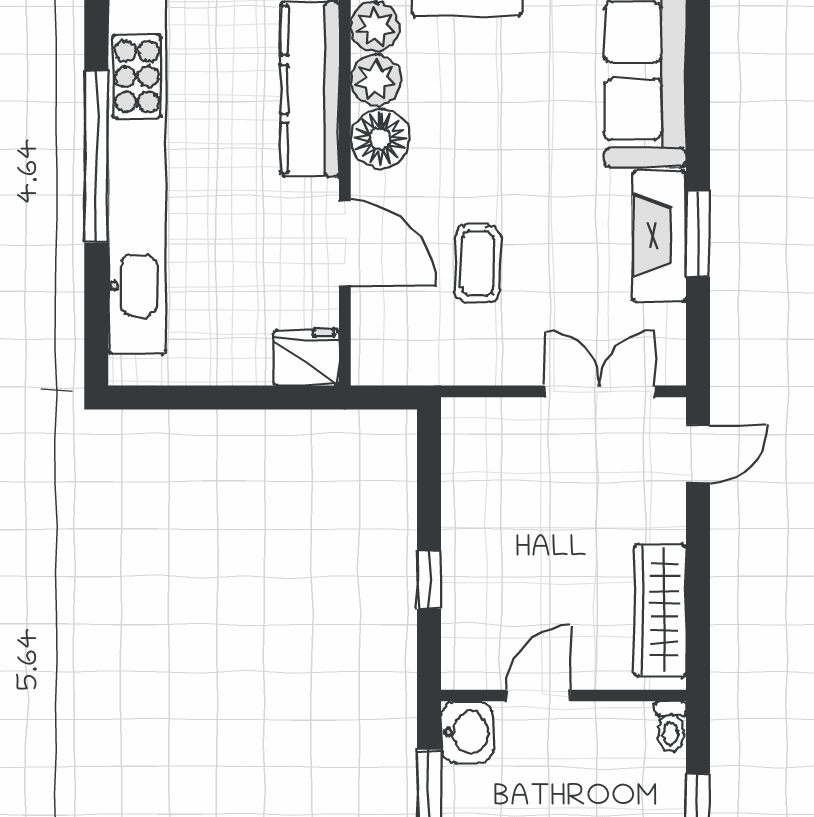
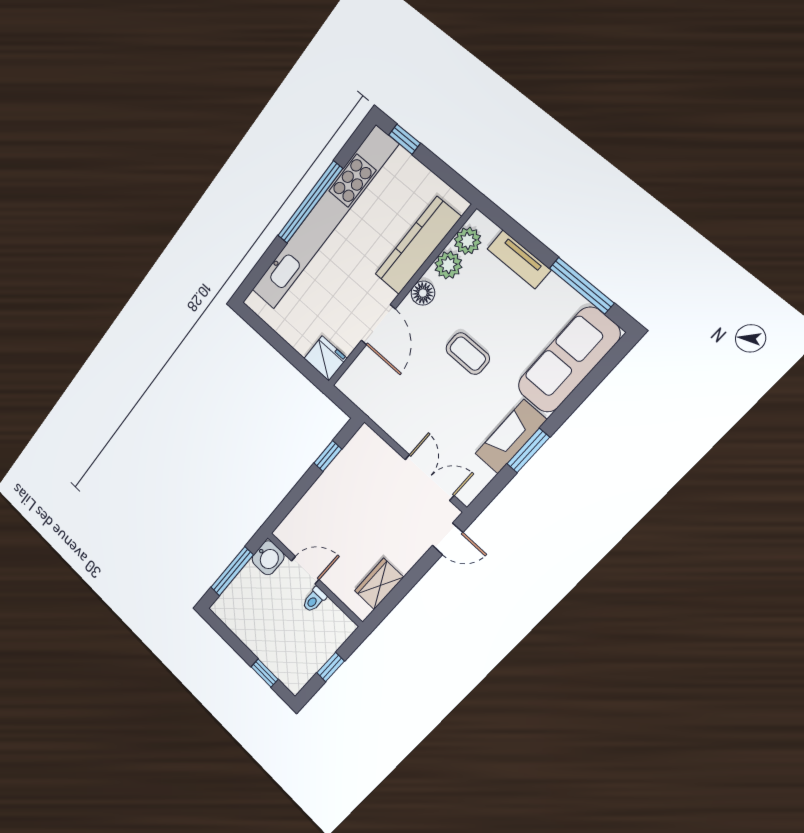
floor lamp: (380, 139) -> (423, 293), width x0.73, depth x0.73
coffee table: (478, 263) -> (468, 354), moved, turned 90
window: (429, 580) -> (328, 456), moved
wardrobe: (660, 610) -> (379, 584), width x0.67
toilet: (671, 726) -> (314, 600), moved

